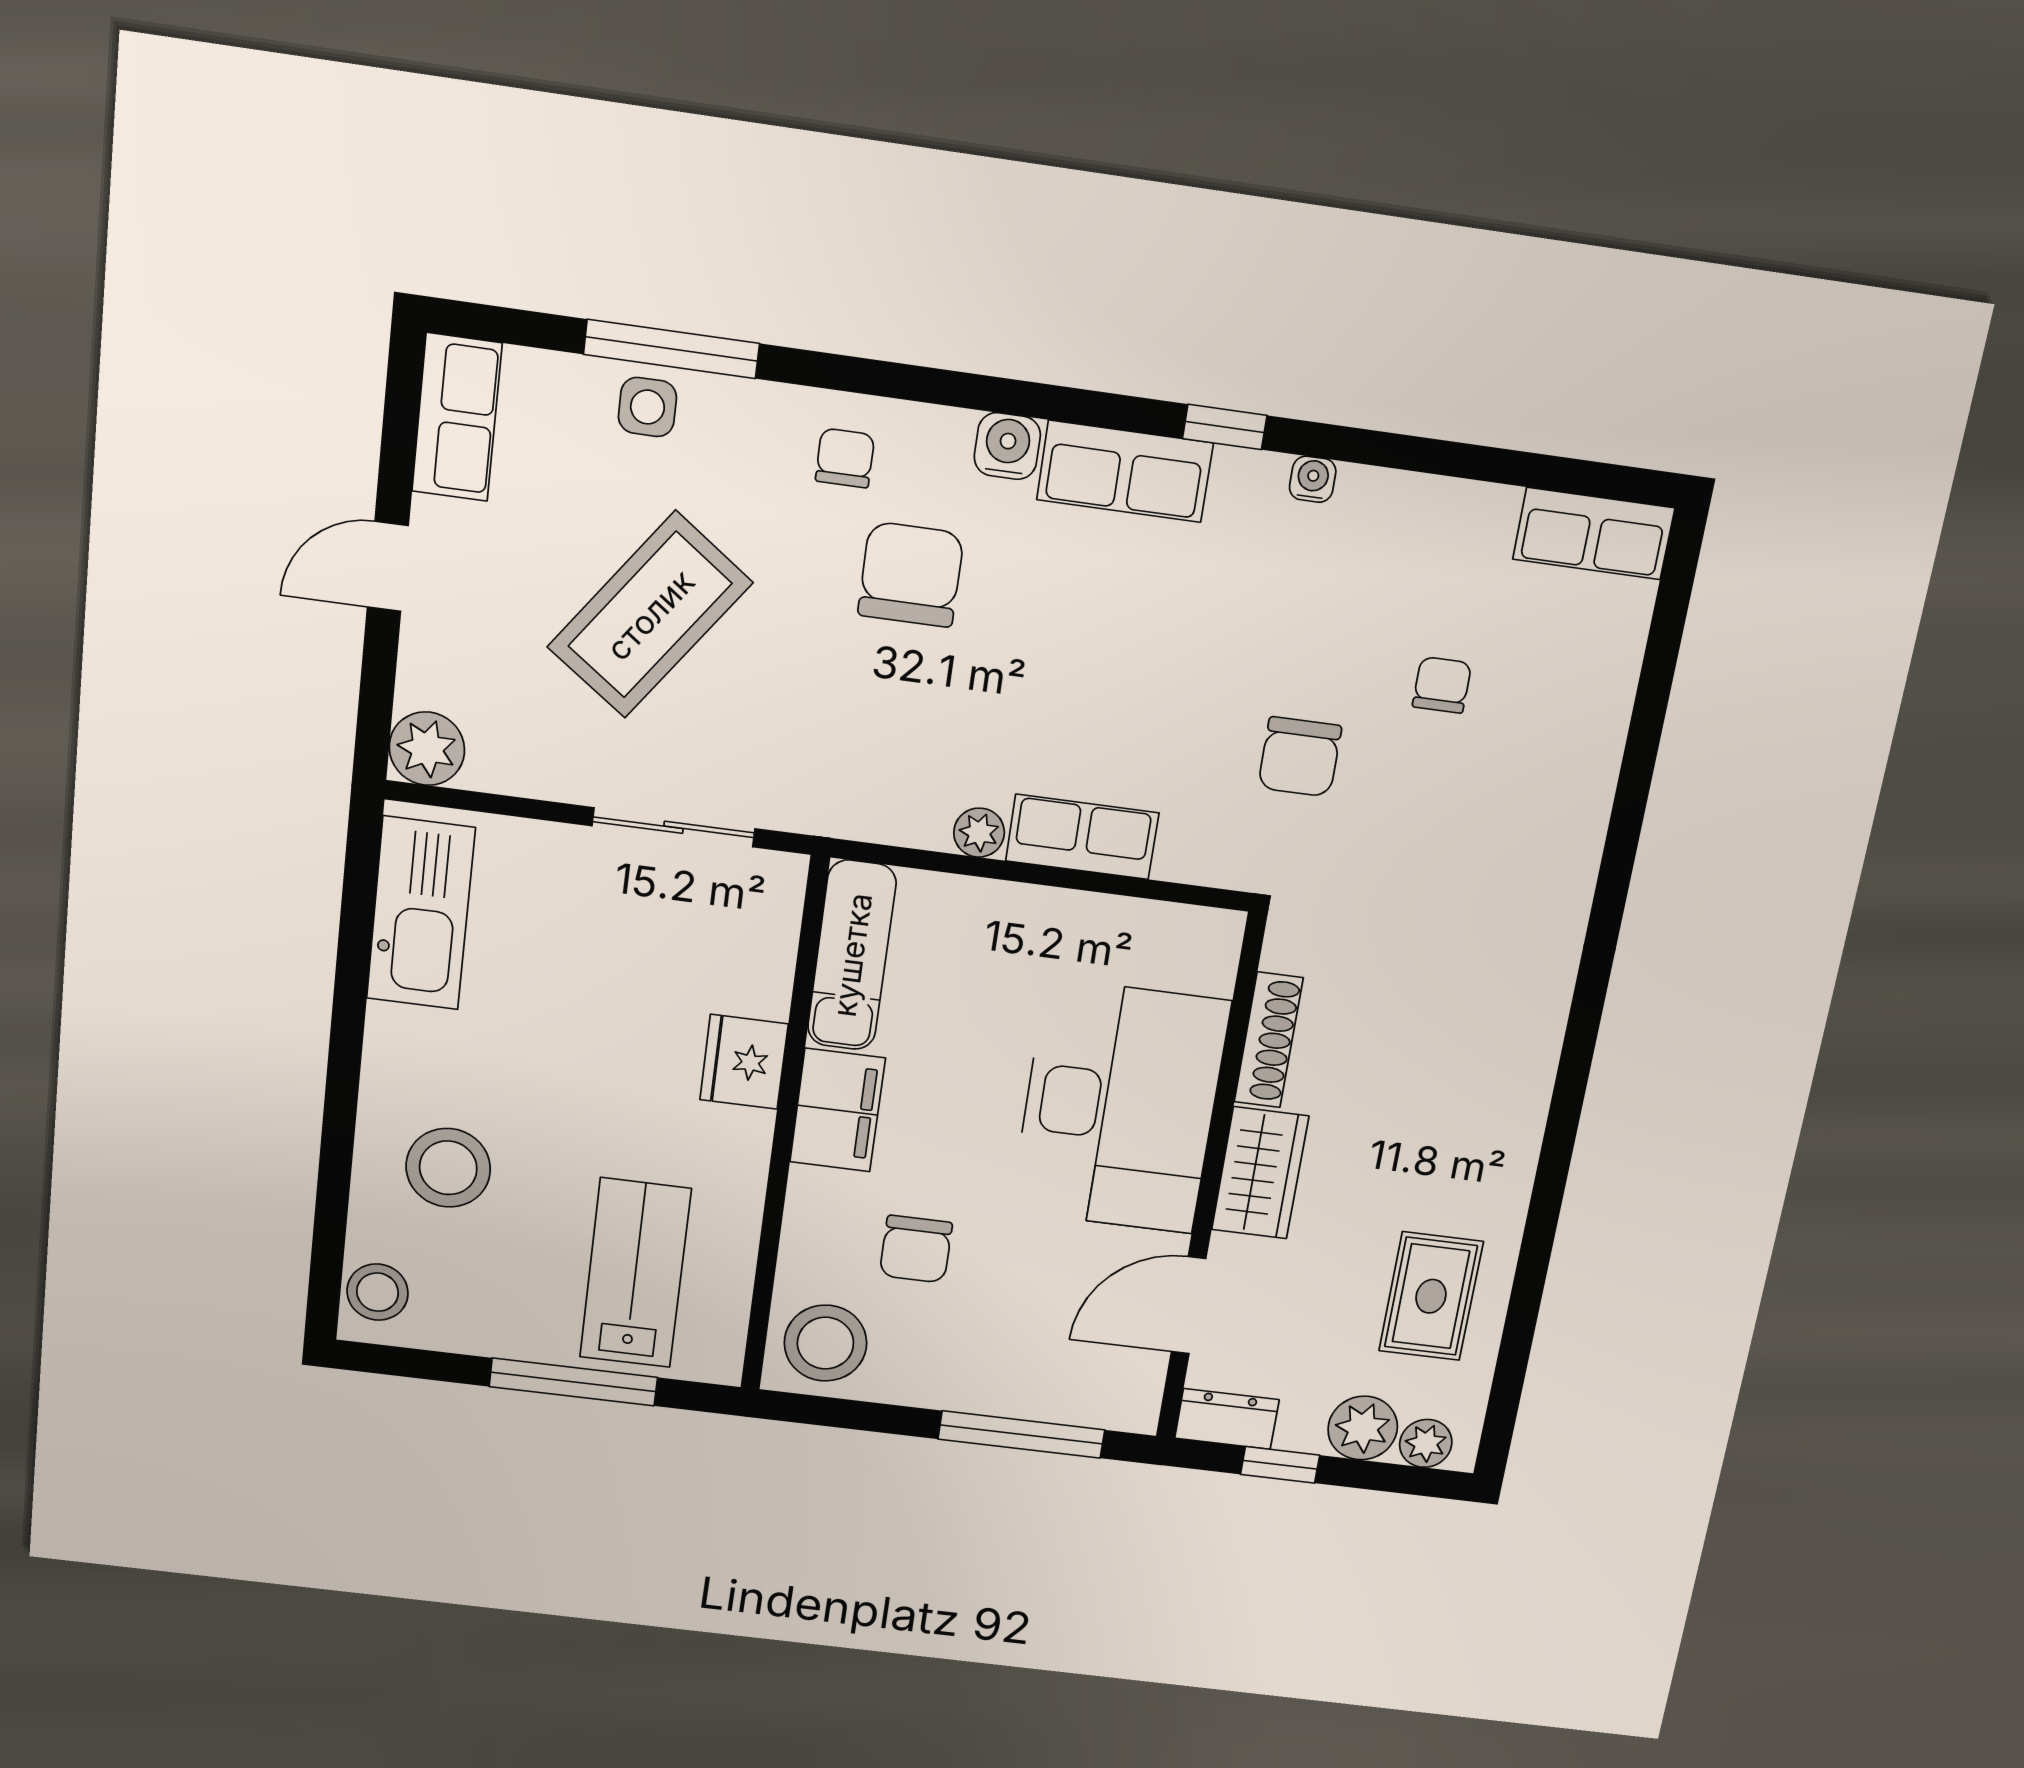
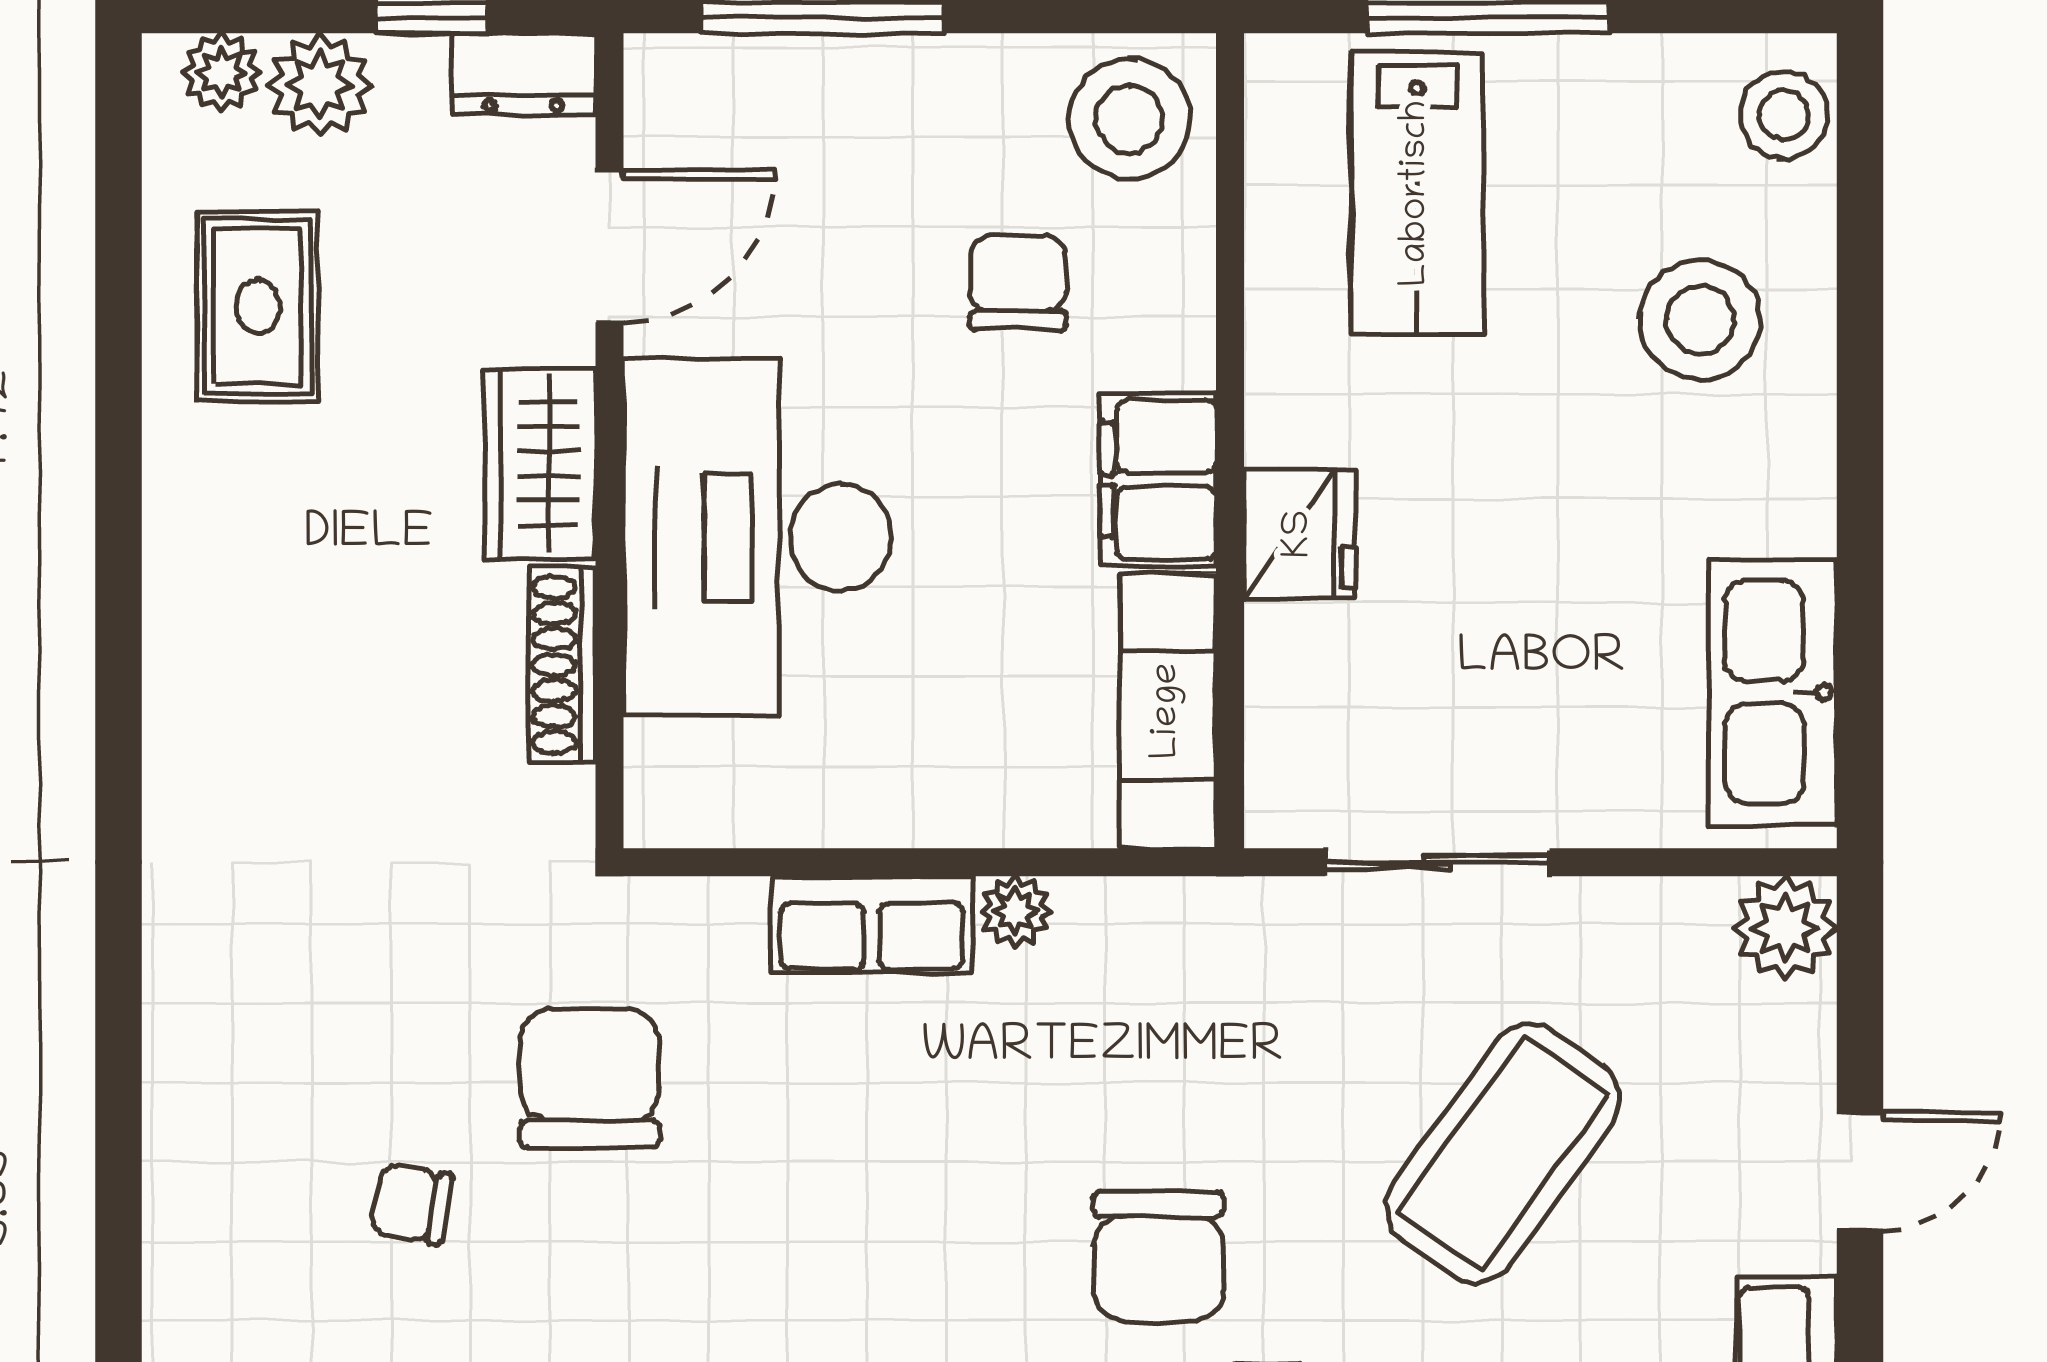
chair: (1442, 685) -> (412, 1204), turned 100
chair: (1300, 757) -> (590, 1078), width x1.37, depth x1.37

